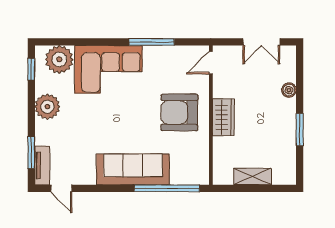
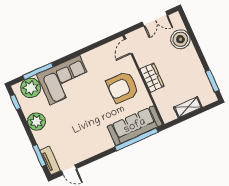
window: (152, 42) -> (38, 71), moved
boiler: (289, 90) -> (180, 39), width x1.86, depth x1.86
window: (300, 130) -> (212, 81), moved
sofa: (133, 169) -> (135, 126), moved

